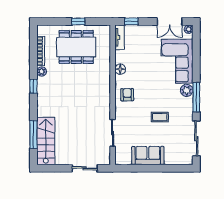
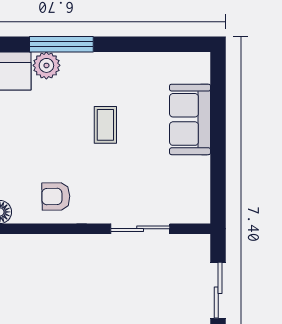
sliding door: (196, 139) -> (153, 44), removed
sofa: (148, 156) -> (190, 119), moved

